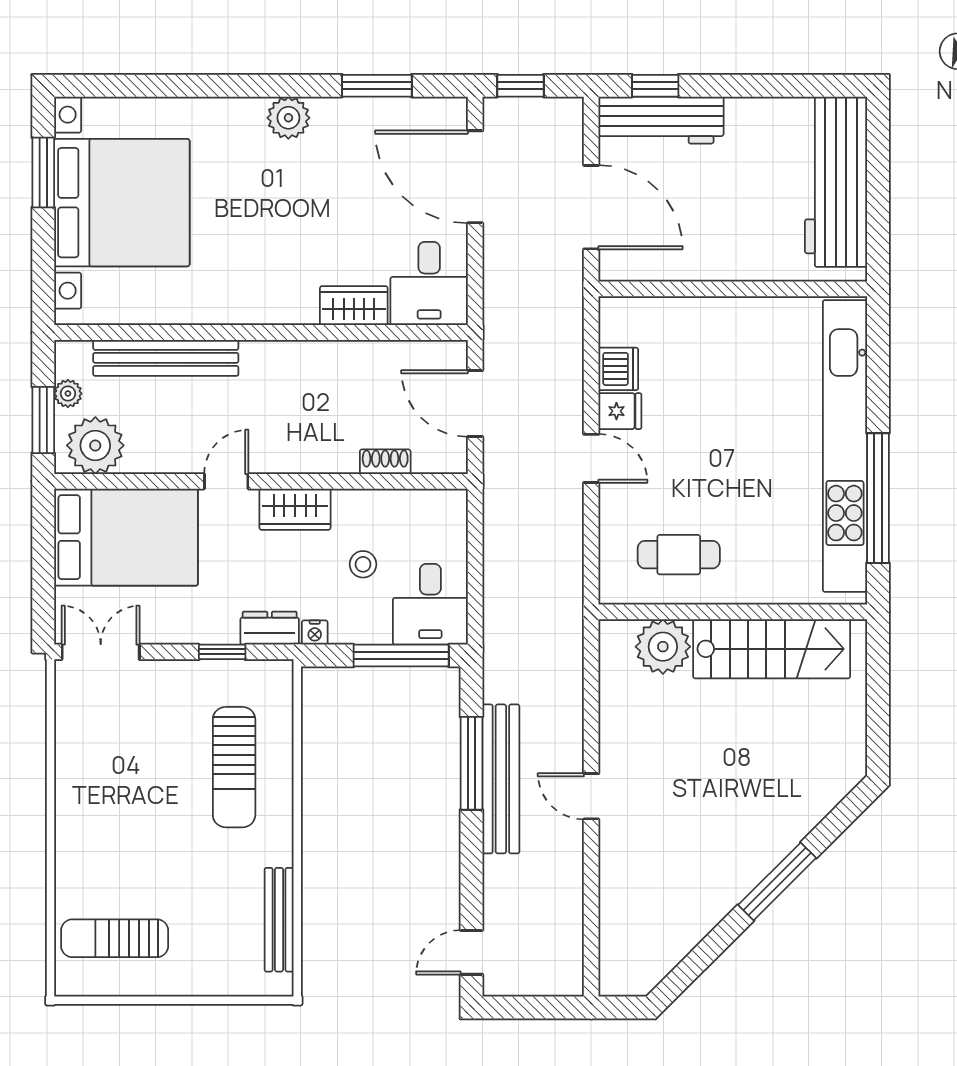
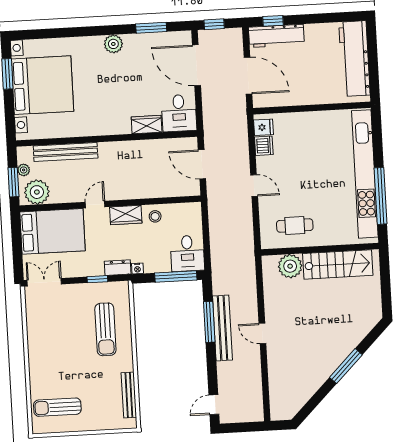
fridge: (620, 411) -> (263, 127), moved
shoe rack: (385, 462) -> (164, 192), removed
stool: (363, 564) -> (155, 216), moved

